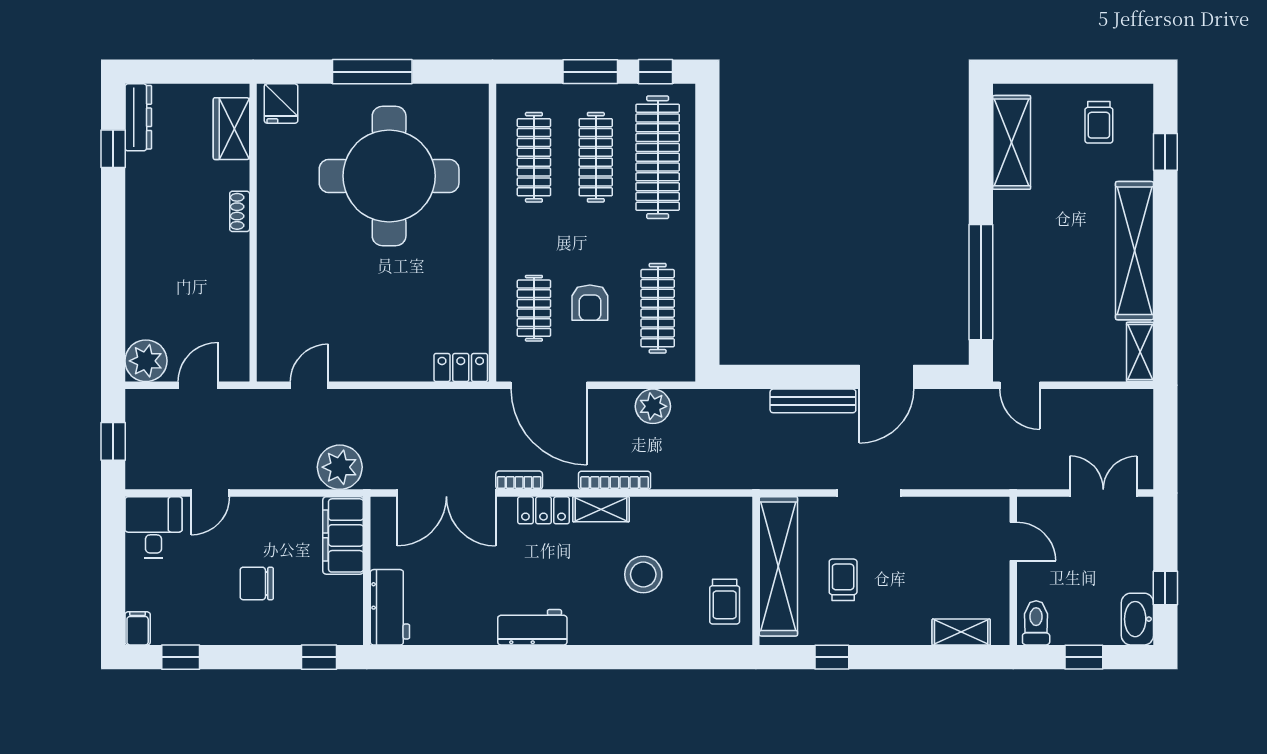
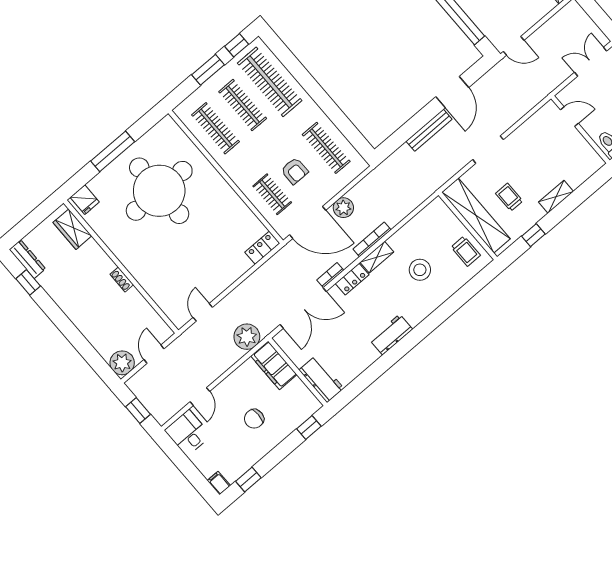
shoe rack: (240, 211) -> (122, 279), moved
plant: (653, 406) -> (343, 208), moved
shelving: (961, 632) -> (556, 197), moved

